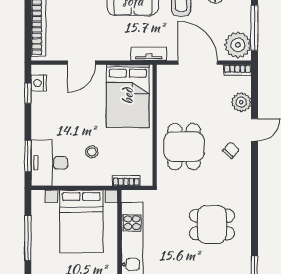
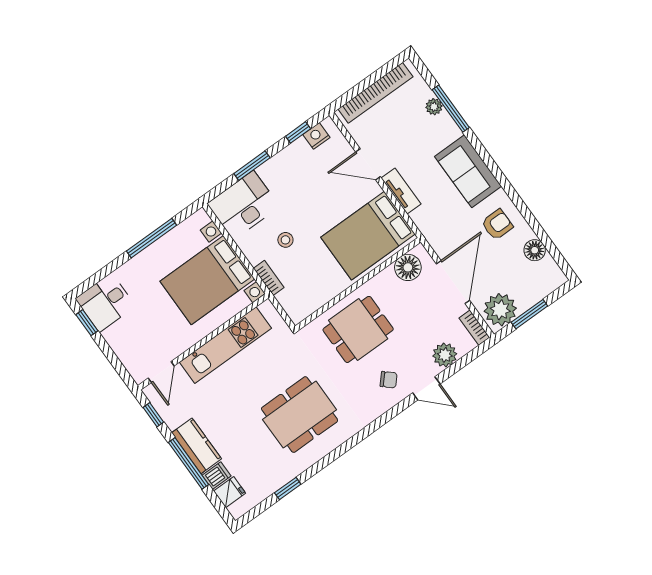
window: (254, 28) -> (529, 314), width x0.69
tv unit: (149, 54) -> (401, 191), moved
floor lamp: (167, 85) -> (408, 267), added
window: (28, 156) -> (252, 166), moved
bookcase: (126, 181) -> (269, 278), moved
dining table: (212, 224) -> (300, 415), width x1.38

